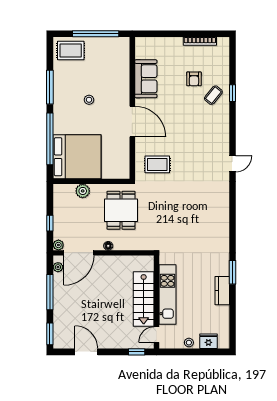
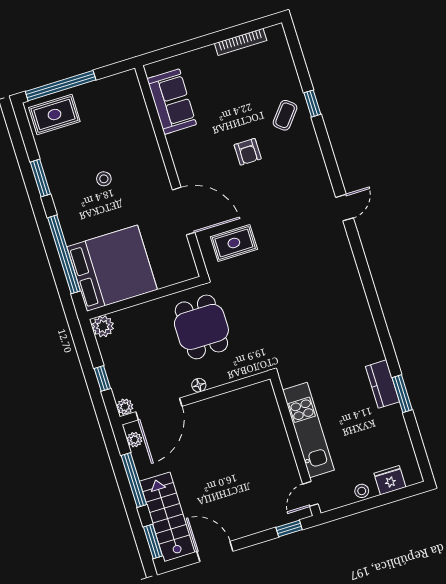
window: (96, 34) -> (61, 86), moved
sofa: (146, 79) -> (172, 102), moved
armchair: (194, 79) -> (248, 152), moved
window: (50, 87) -> (40, 178), width x0.69
door: (132, 122) -> (184, 211), moved
plant: (83, 191) -> (103, 326), moved
window: (233, 272) -> (402, 394), moved
kitchen counter: (222, 291) -> (382, 384), moved
stairs: (144, 299) -> (167, 517), moved, turned 180

